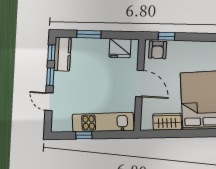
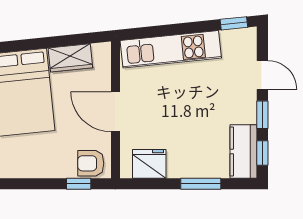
armchair: (158, 50) -> (91, 163), turned -90
window: (84, 135) -> (234, 23), moved

